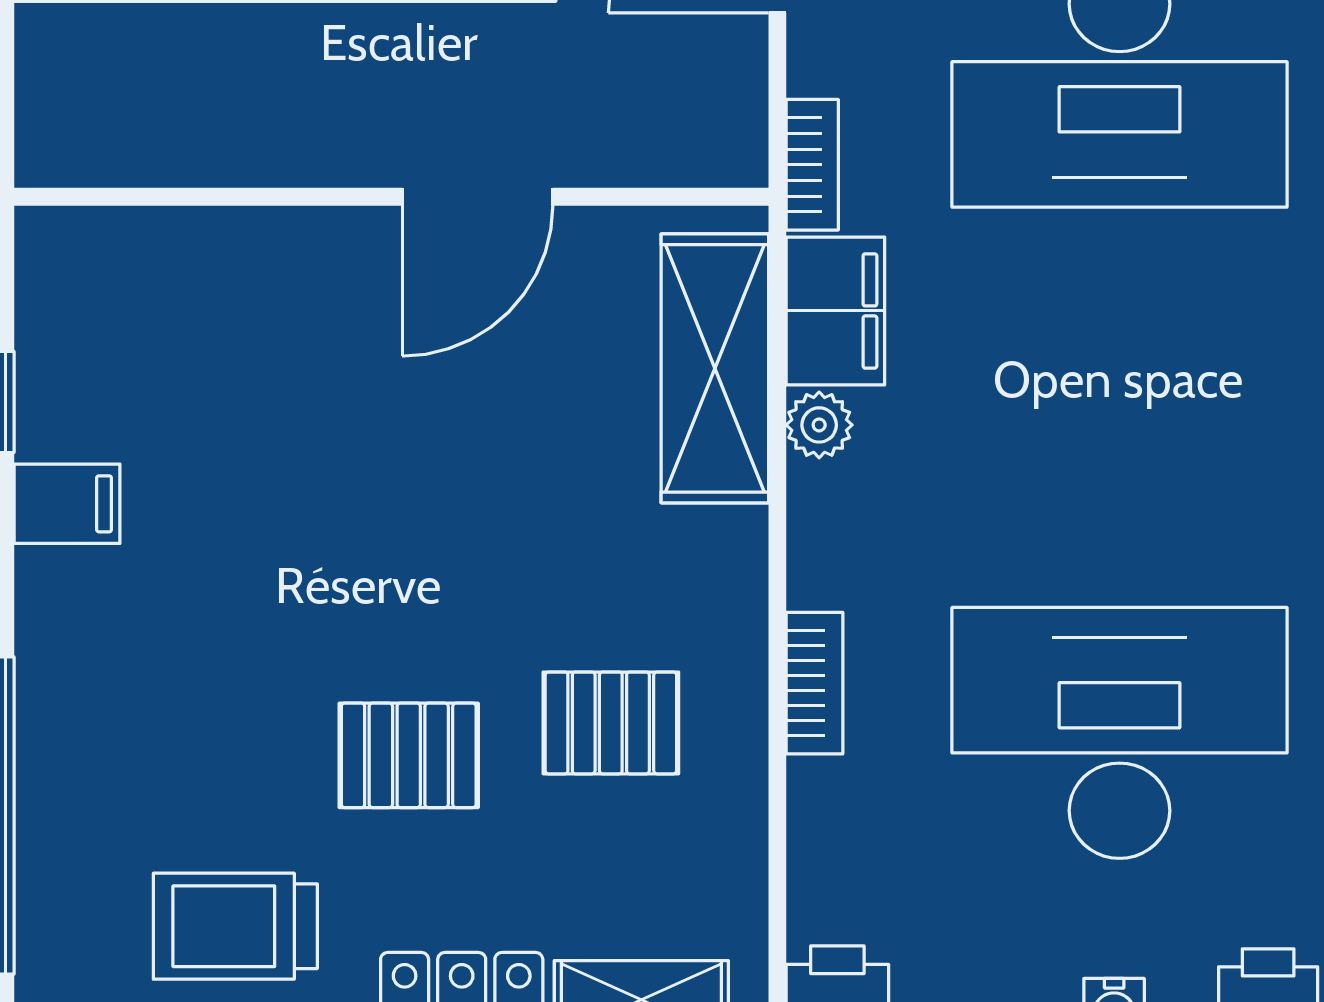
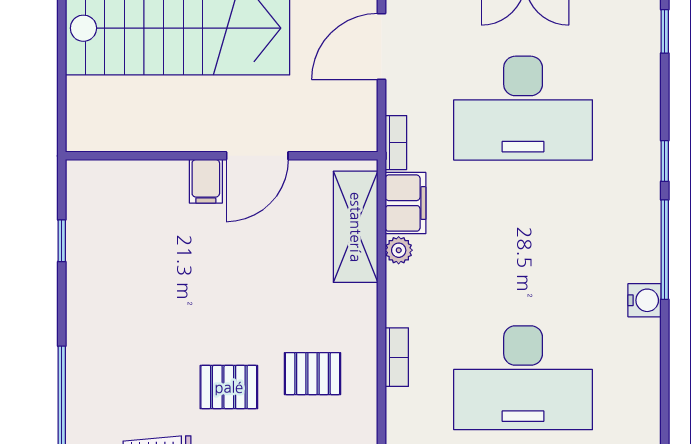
filing cabinet: (67, 504) -> (206, 181), moved, turned 90
desk: (1120, 733) -> (523, 378), turned 180

